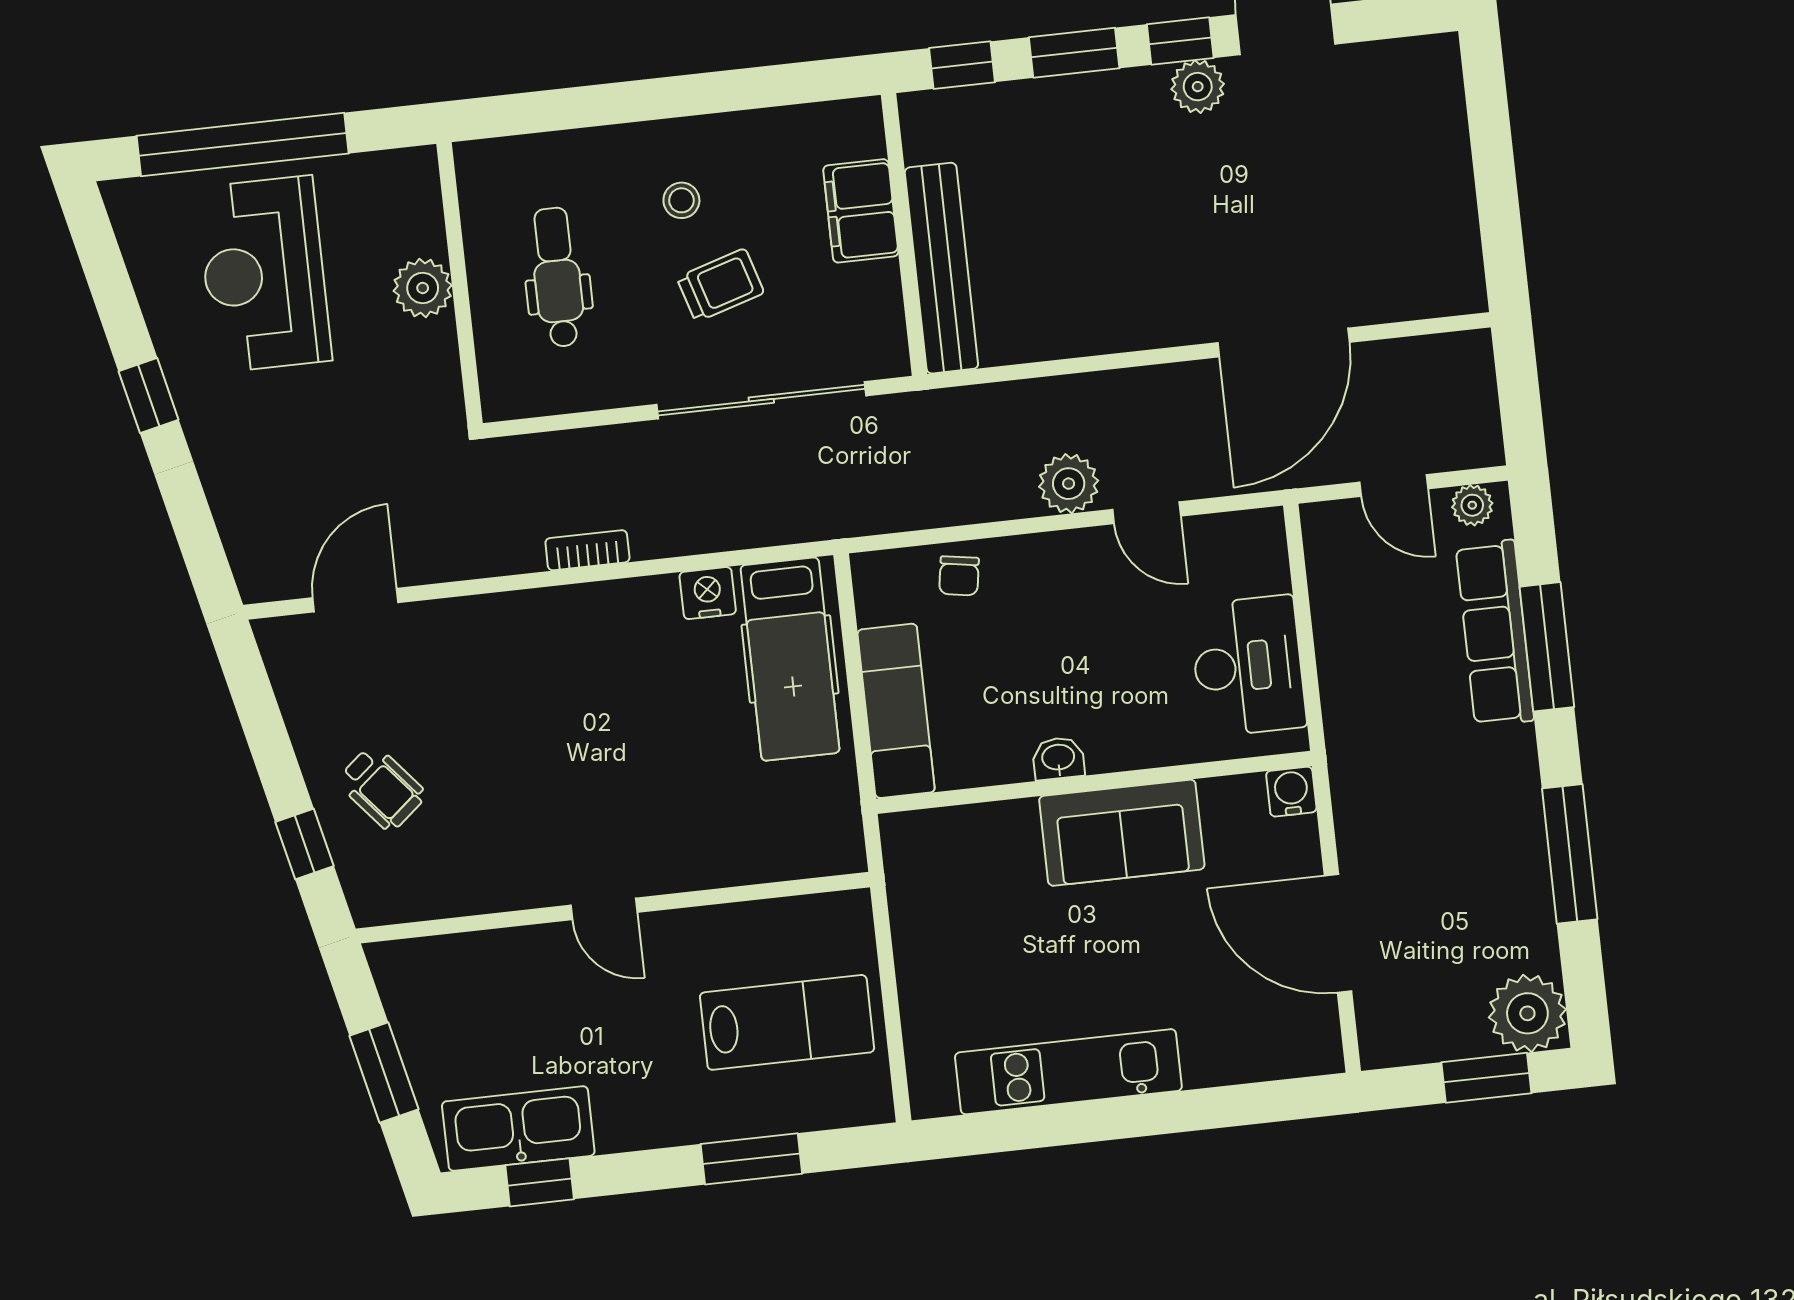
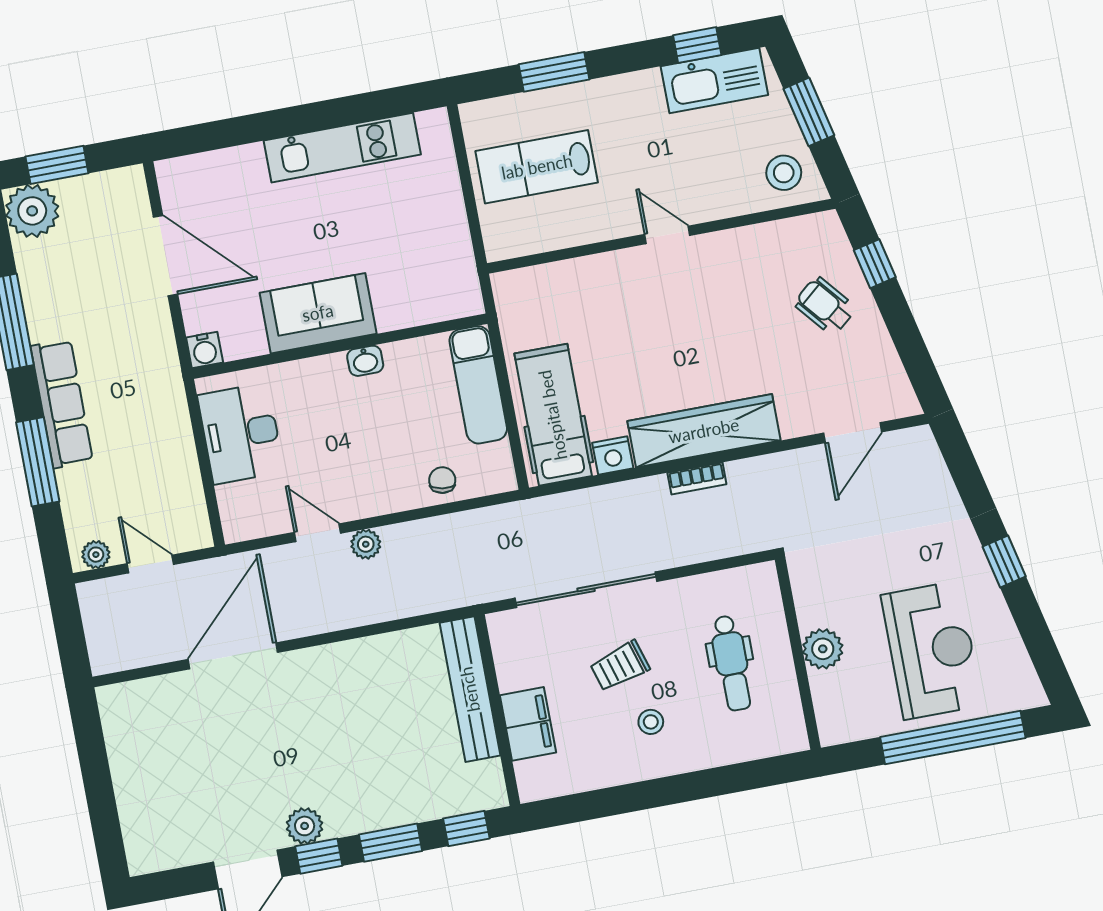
plant: (1069, 484) -> (366, 544), width x0.73, depth x0.73
wardrobe: (572, 619) -> (704, 431), added
row of seats: (1495, 633) -> (62, 404), moved
stool: (427, 987) -> (784, 173), added

